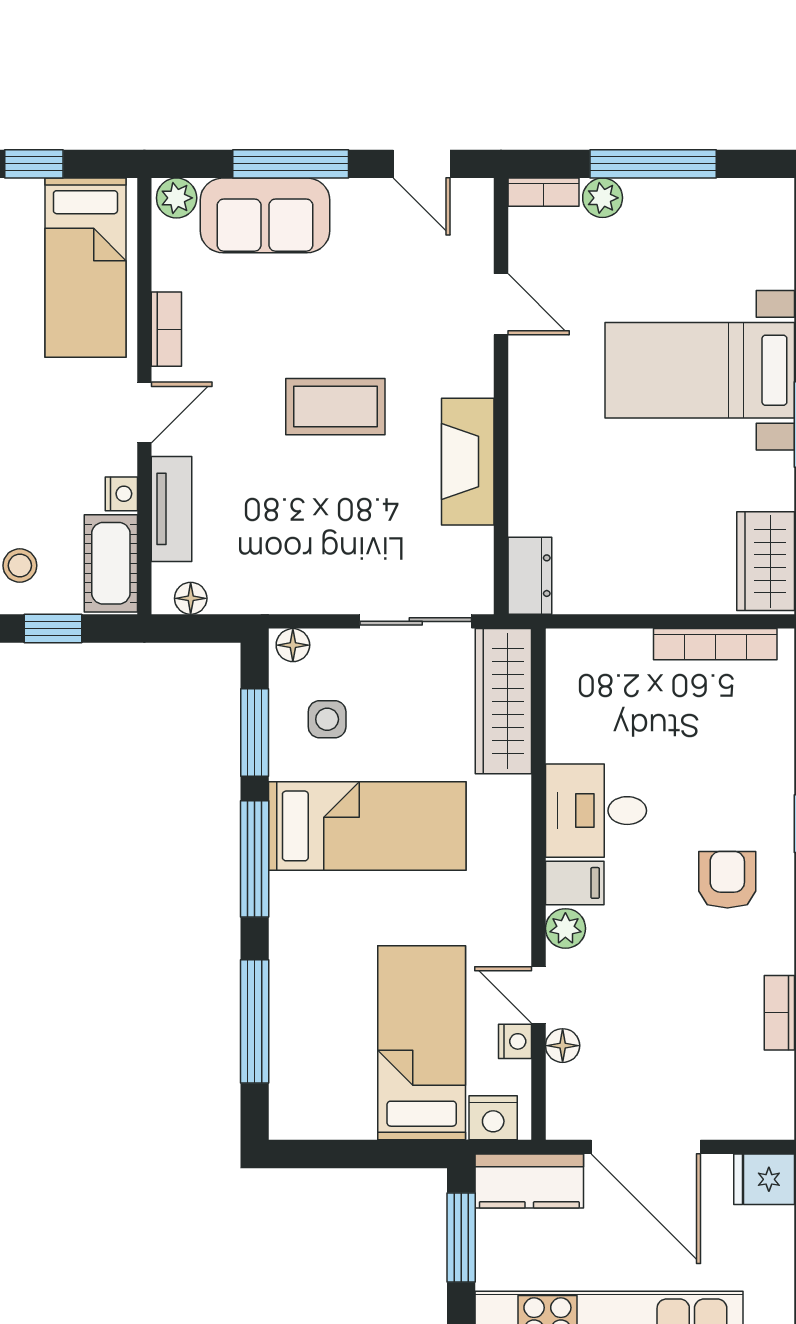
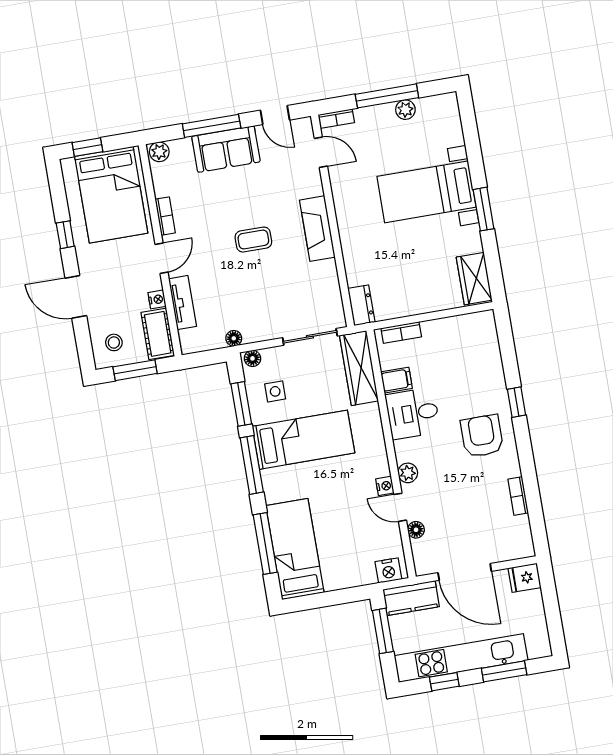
plant: (603, 198) -> (405, 110), moved
sofa: (265, 215) -> (226, 149), moved
bed: (85, 268) -> (111, 195), width x1.50
door: (501, 304) -> (321, 152), moved
coffee table: (335, 407) -> (253, 240), width x0.73, depth x0.77
fireplace: (468, 462) -> (317, 229), moved
floor lamp: (191, 598) -> (234, 338), moved
window: (53, 628) -> (135, 370), width x1.50
bookcase: (715, 644) -> (401, 333), moved, width x0.64
armchair: (727, 880) -> (482, 436), width x1.38, depth x1.38
filing cabinet: (575, 883) -> (396, 380), moved
nightstand: (515, 1041) -> (385, 486), moved
bed: (422, 1043) -> (295, 549), moved

